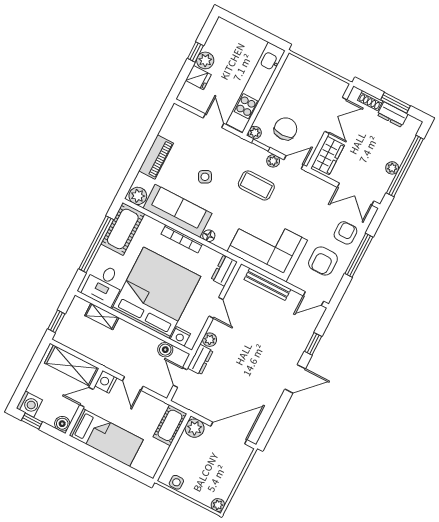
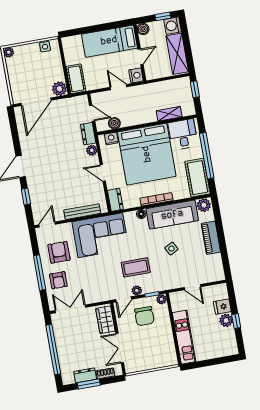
kitchen unit: (256, 87) -> (184, 337), width x0.73
plant: (392, 168) -> (60, 342), removed
shelving: (72, 366) -> (177, 54), moved, turned 90

